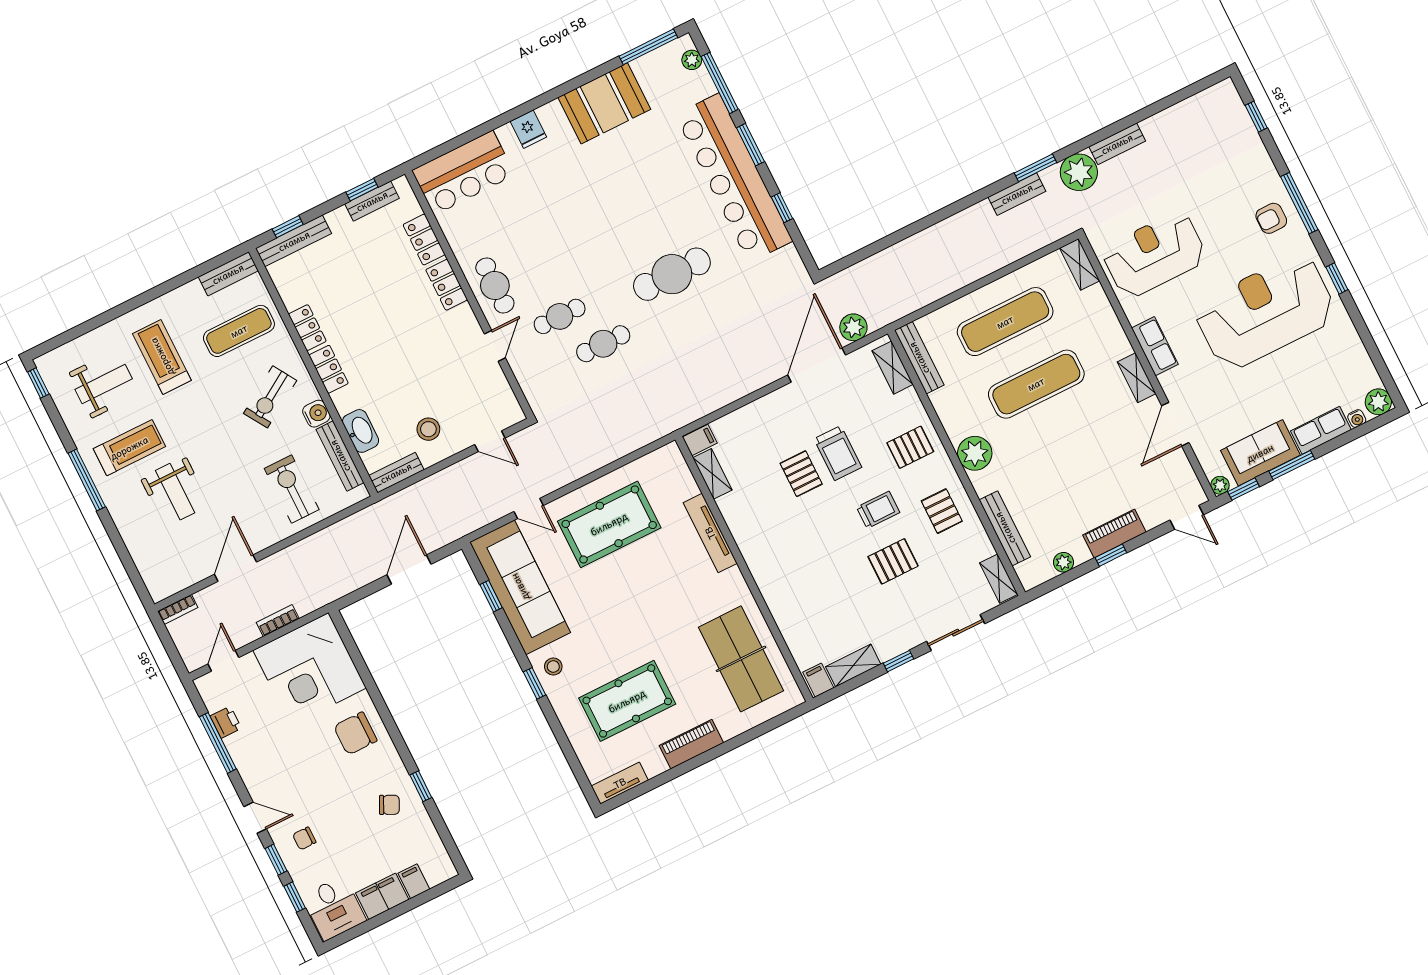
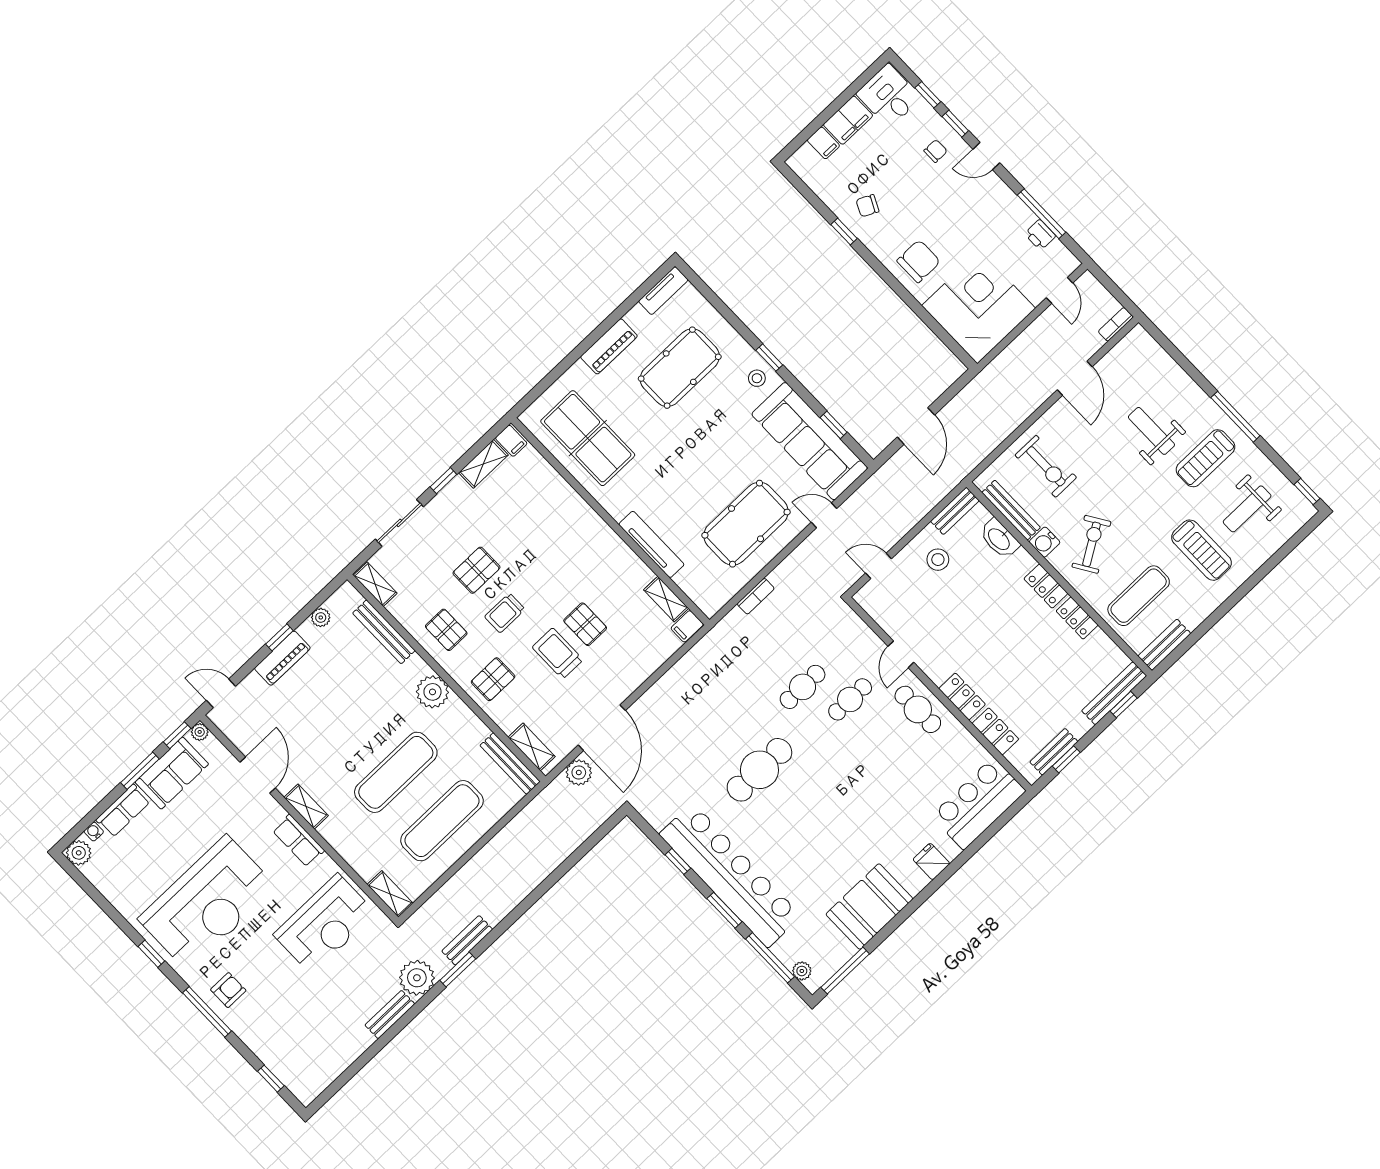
bookcase: (278, 621) -> (756, 596), moved

